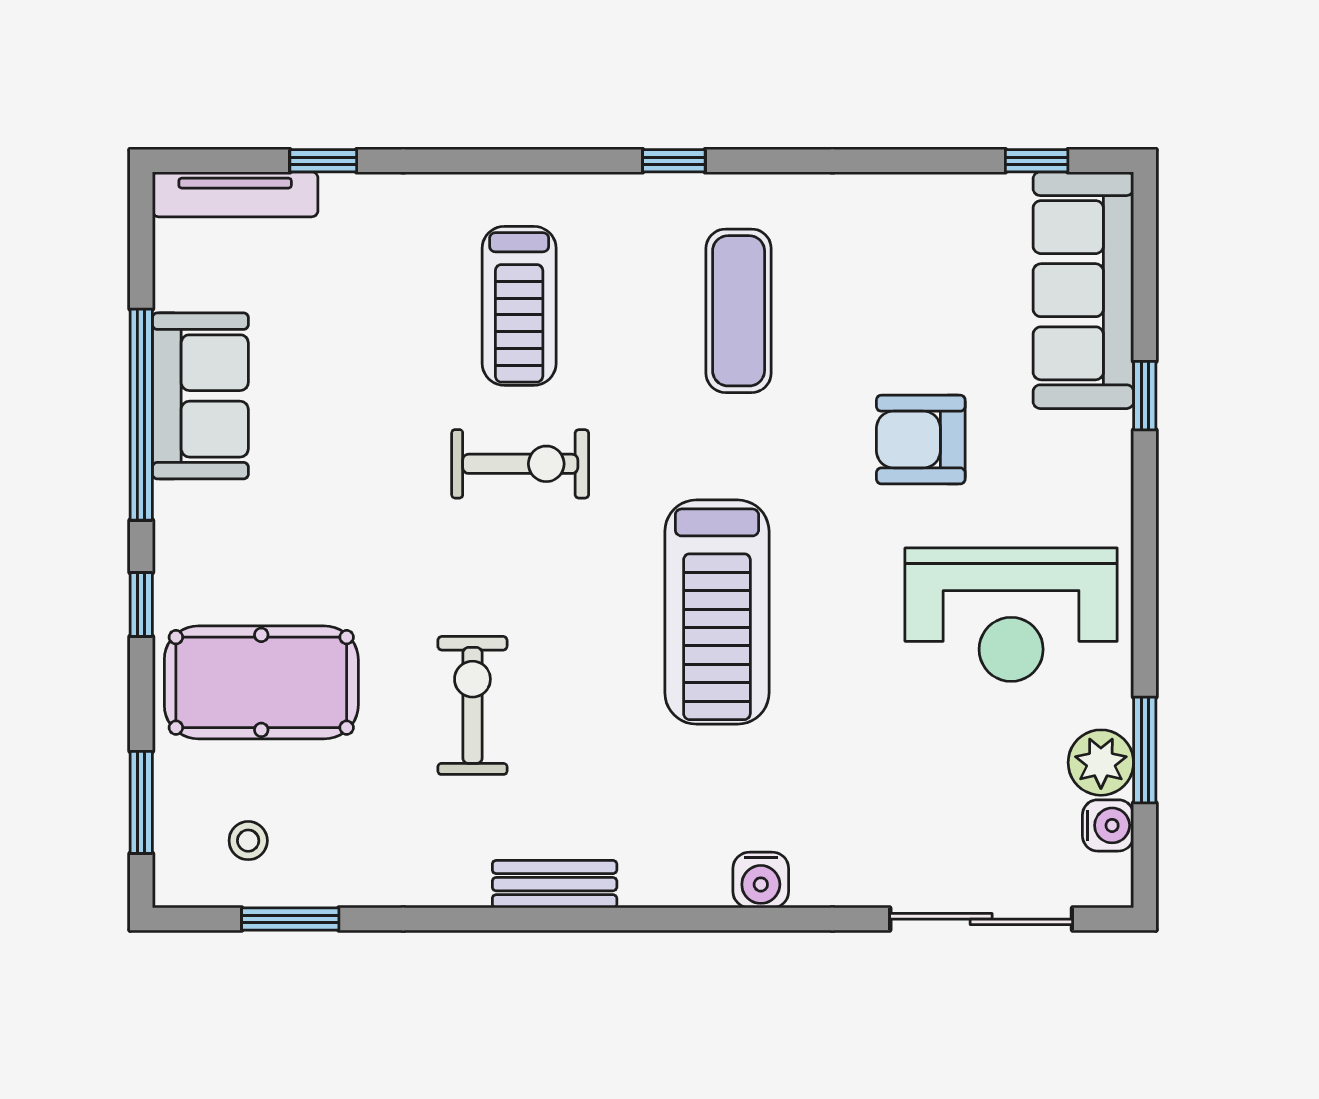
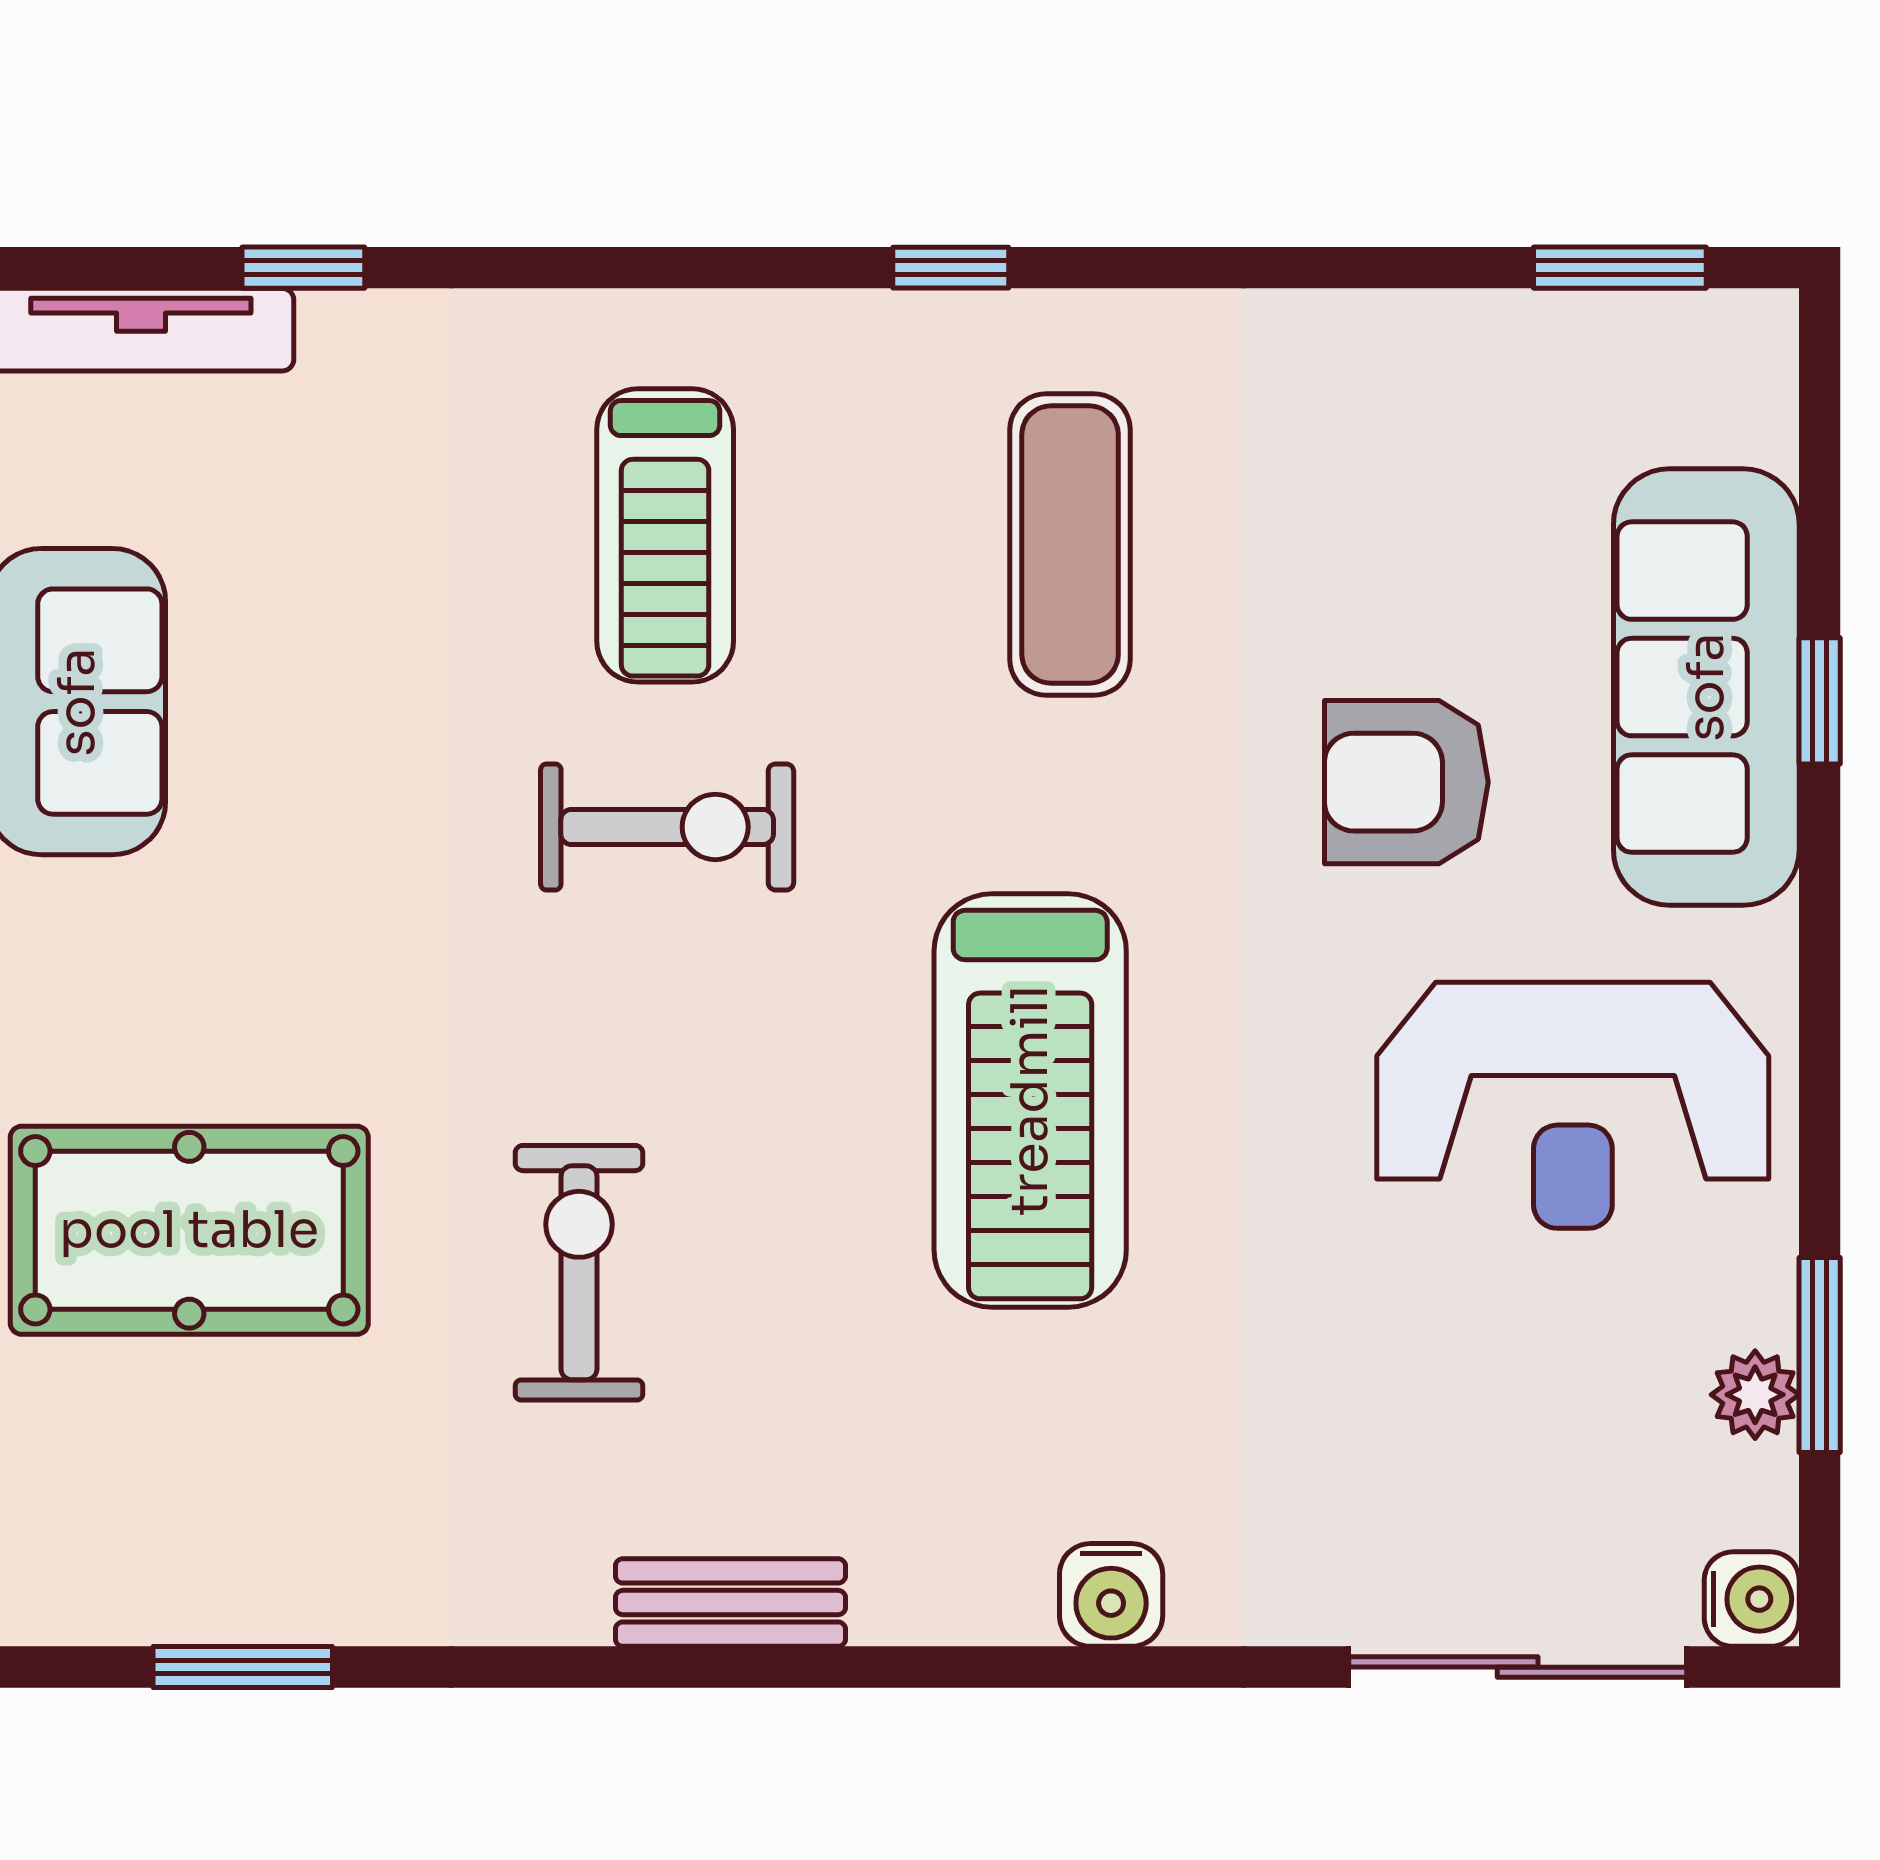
window: (1037, 161) -> (1620, 268), width x1.50
sofa: (1083, 290) -> (1706, 687), moved
plant: (1101, 763) -> (1755, 1395), width x0.73, depth x0.73
water cooler: (1108, 825) -> (1752, 1599), moved
stool: (248, 841) -> (165, 1522), removed

